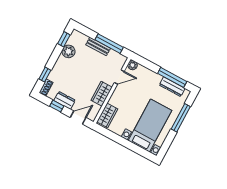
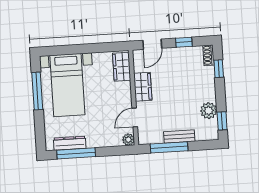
dresser: (65, 100) -> (179, 54), removed
window: (181, 118) -> (37, 91), moved

